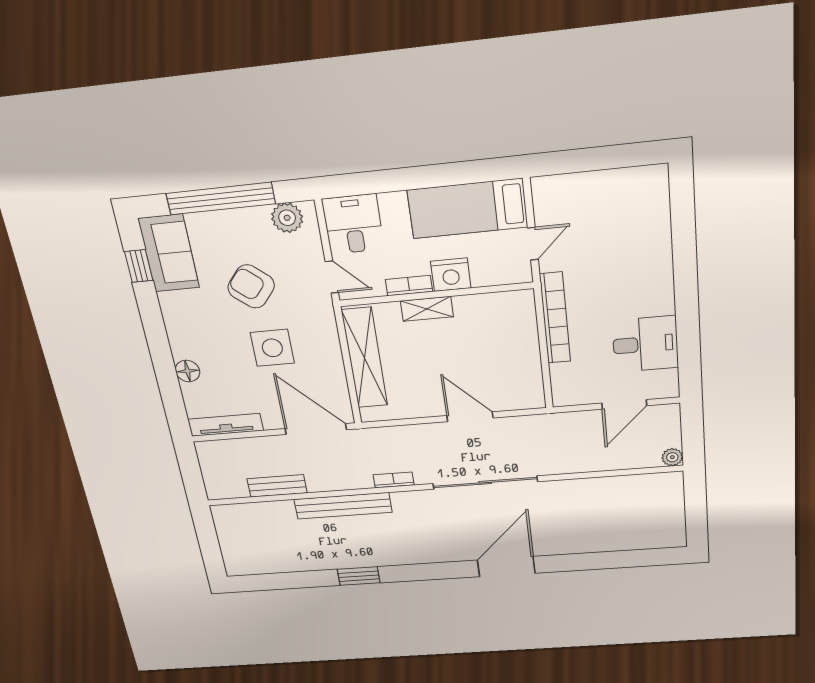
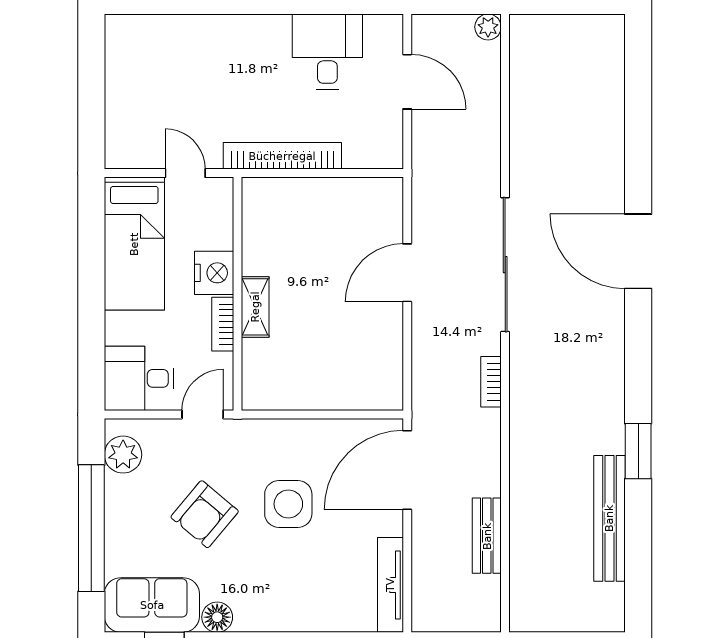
shelving: (365, 358) -> (313, 392), removed
floor lamp: (188, 371) -> (217, 617), moved
bench: (343, 506) -> (609, 518), moved

